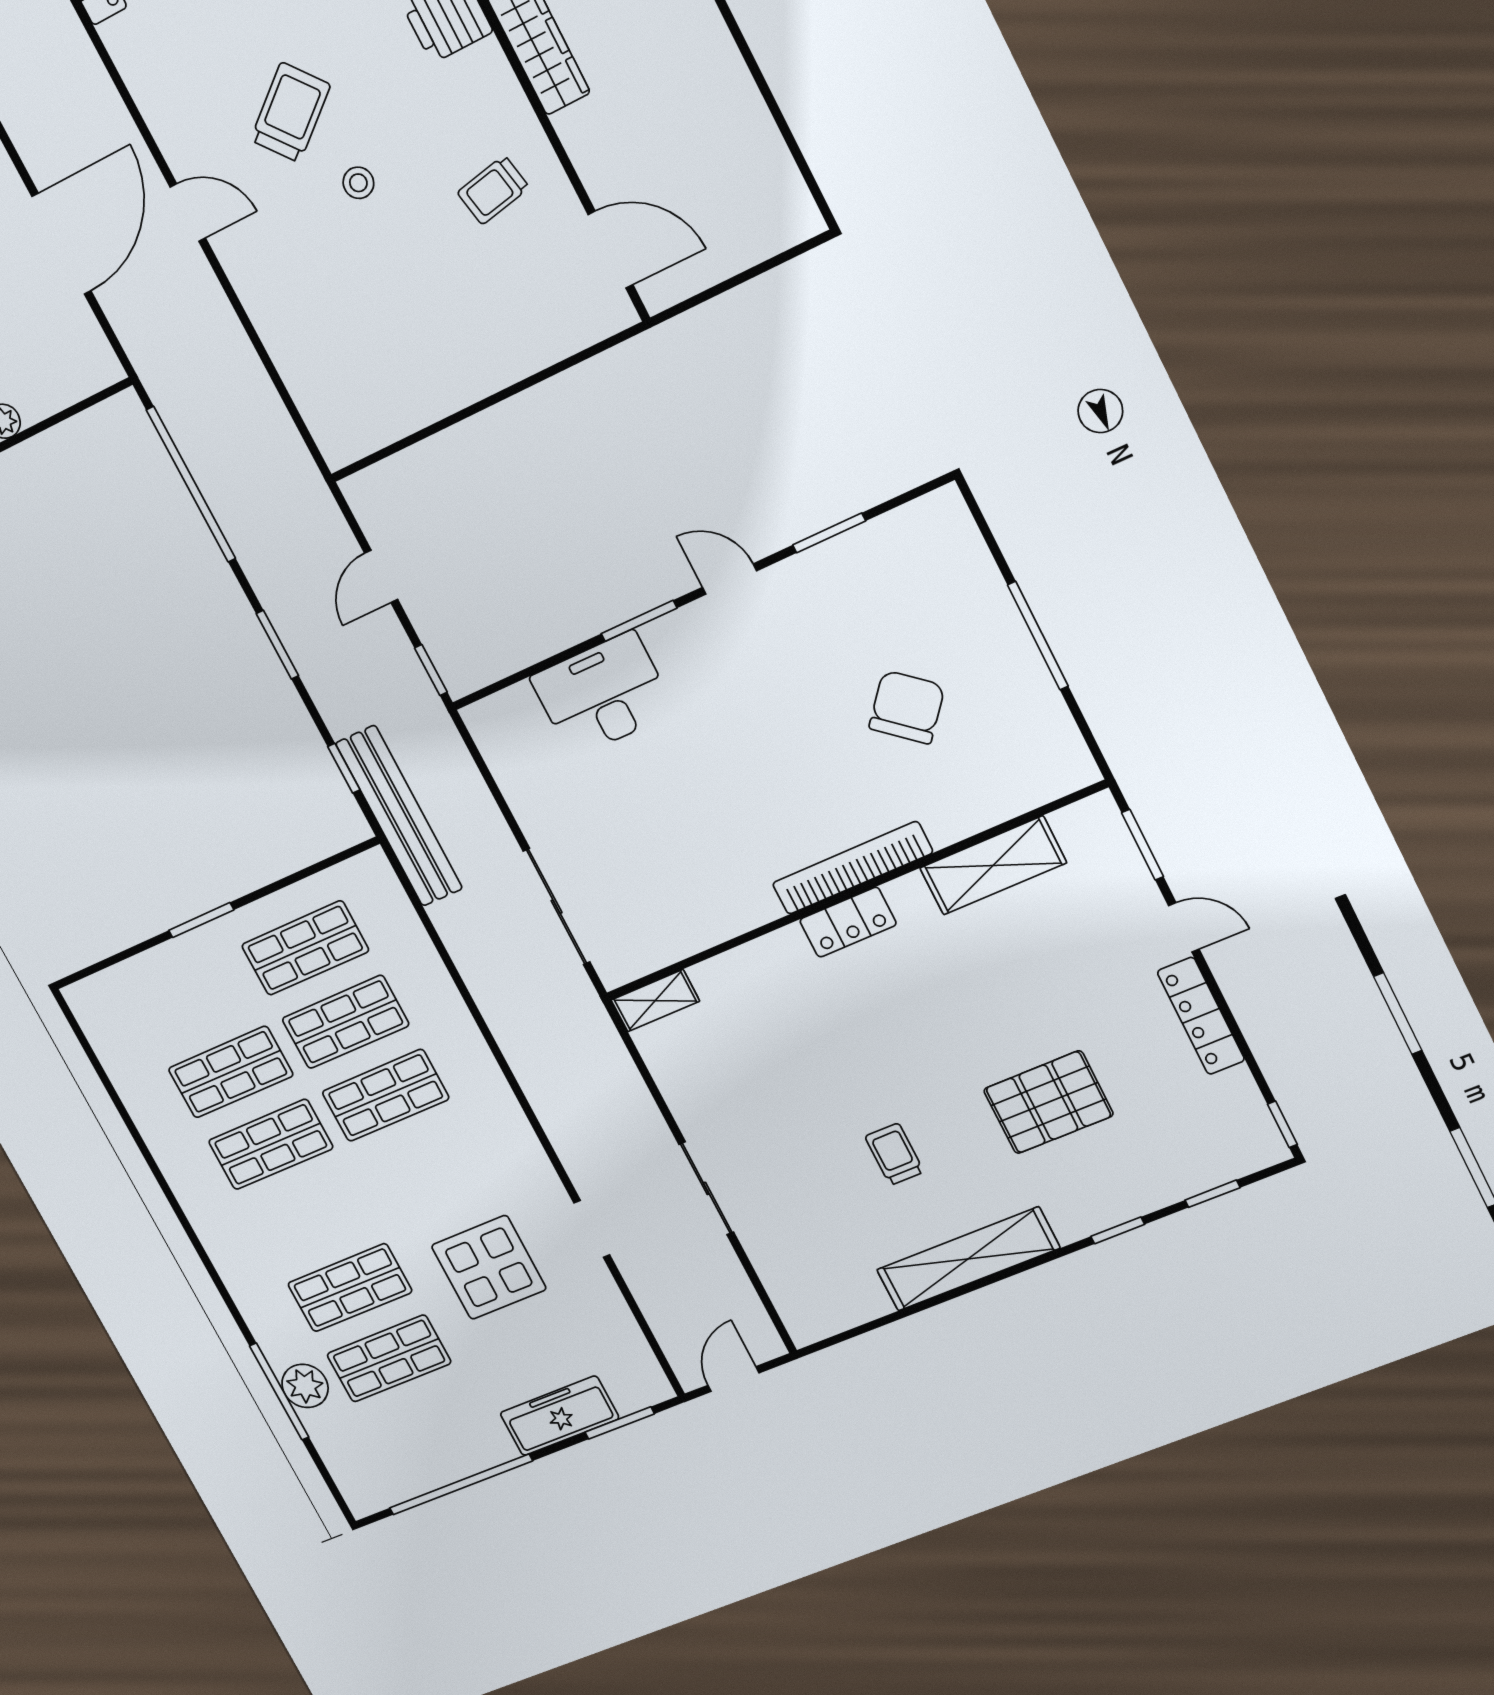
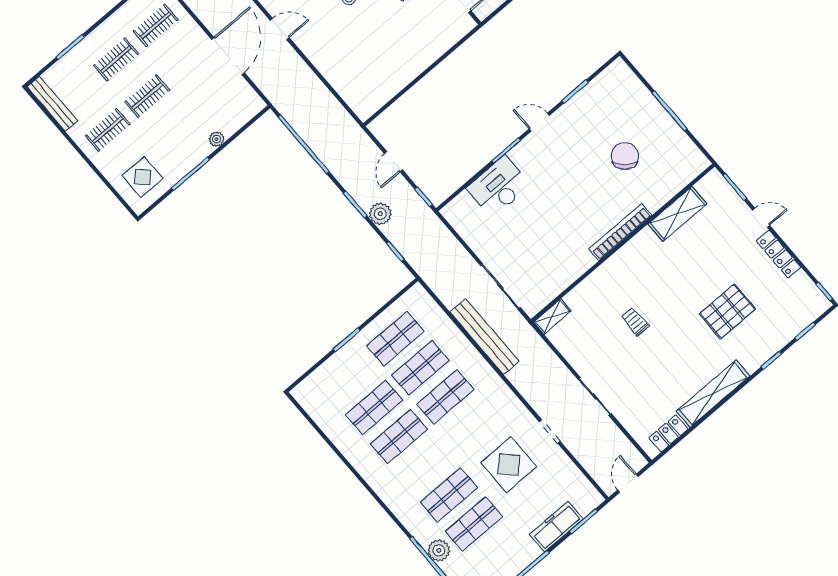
plant: (328, 680) -> (380, 214), added
bench: (399, 816) -> (485, 337), moved
locker: (848, 922) -> (668, 433), moved, turned 180
trolley: (894, 1154) -> (635, 322), moved

